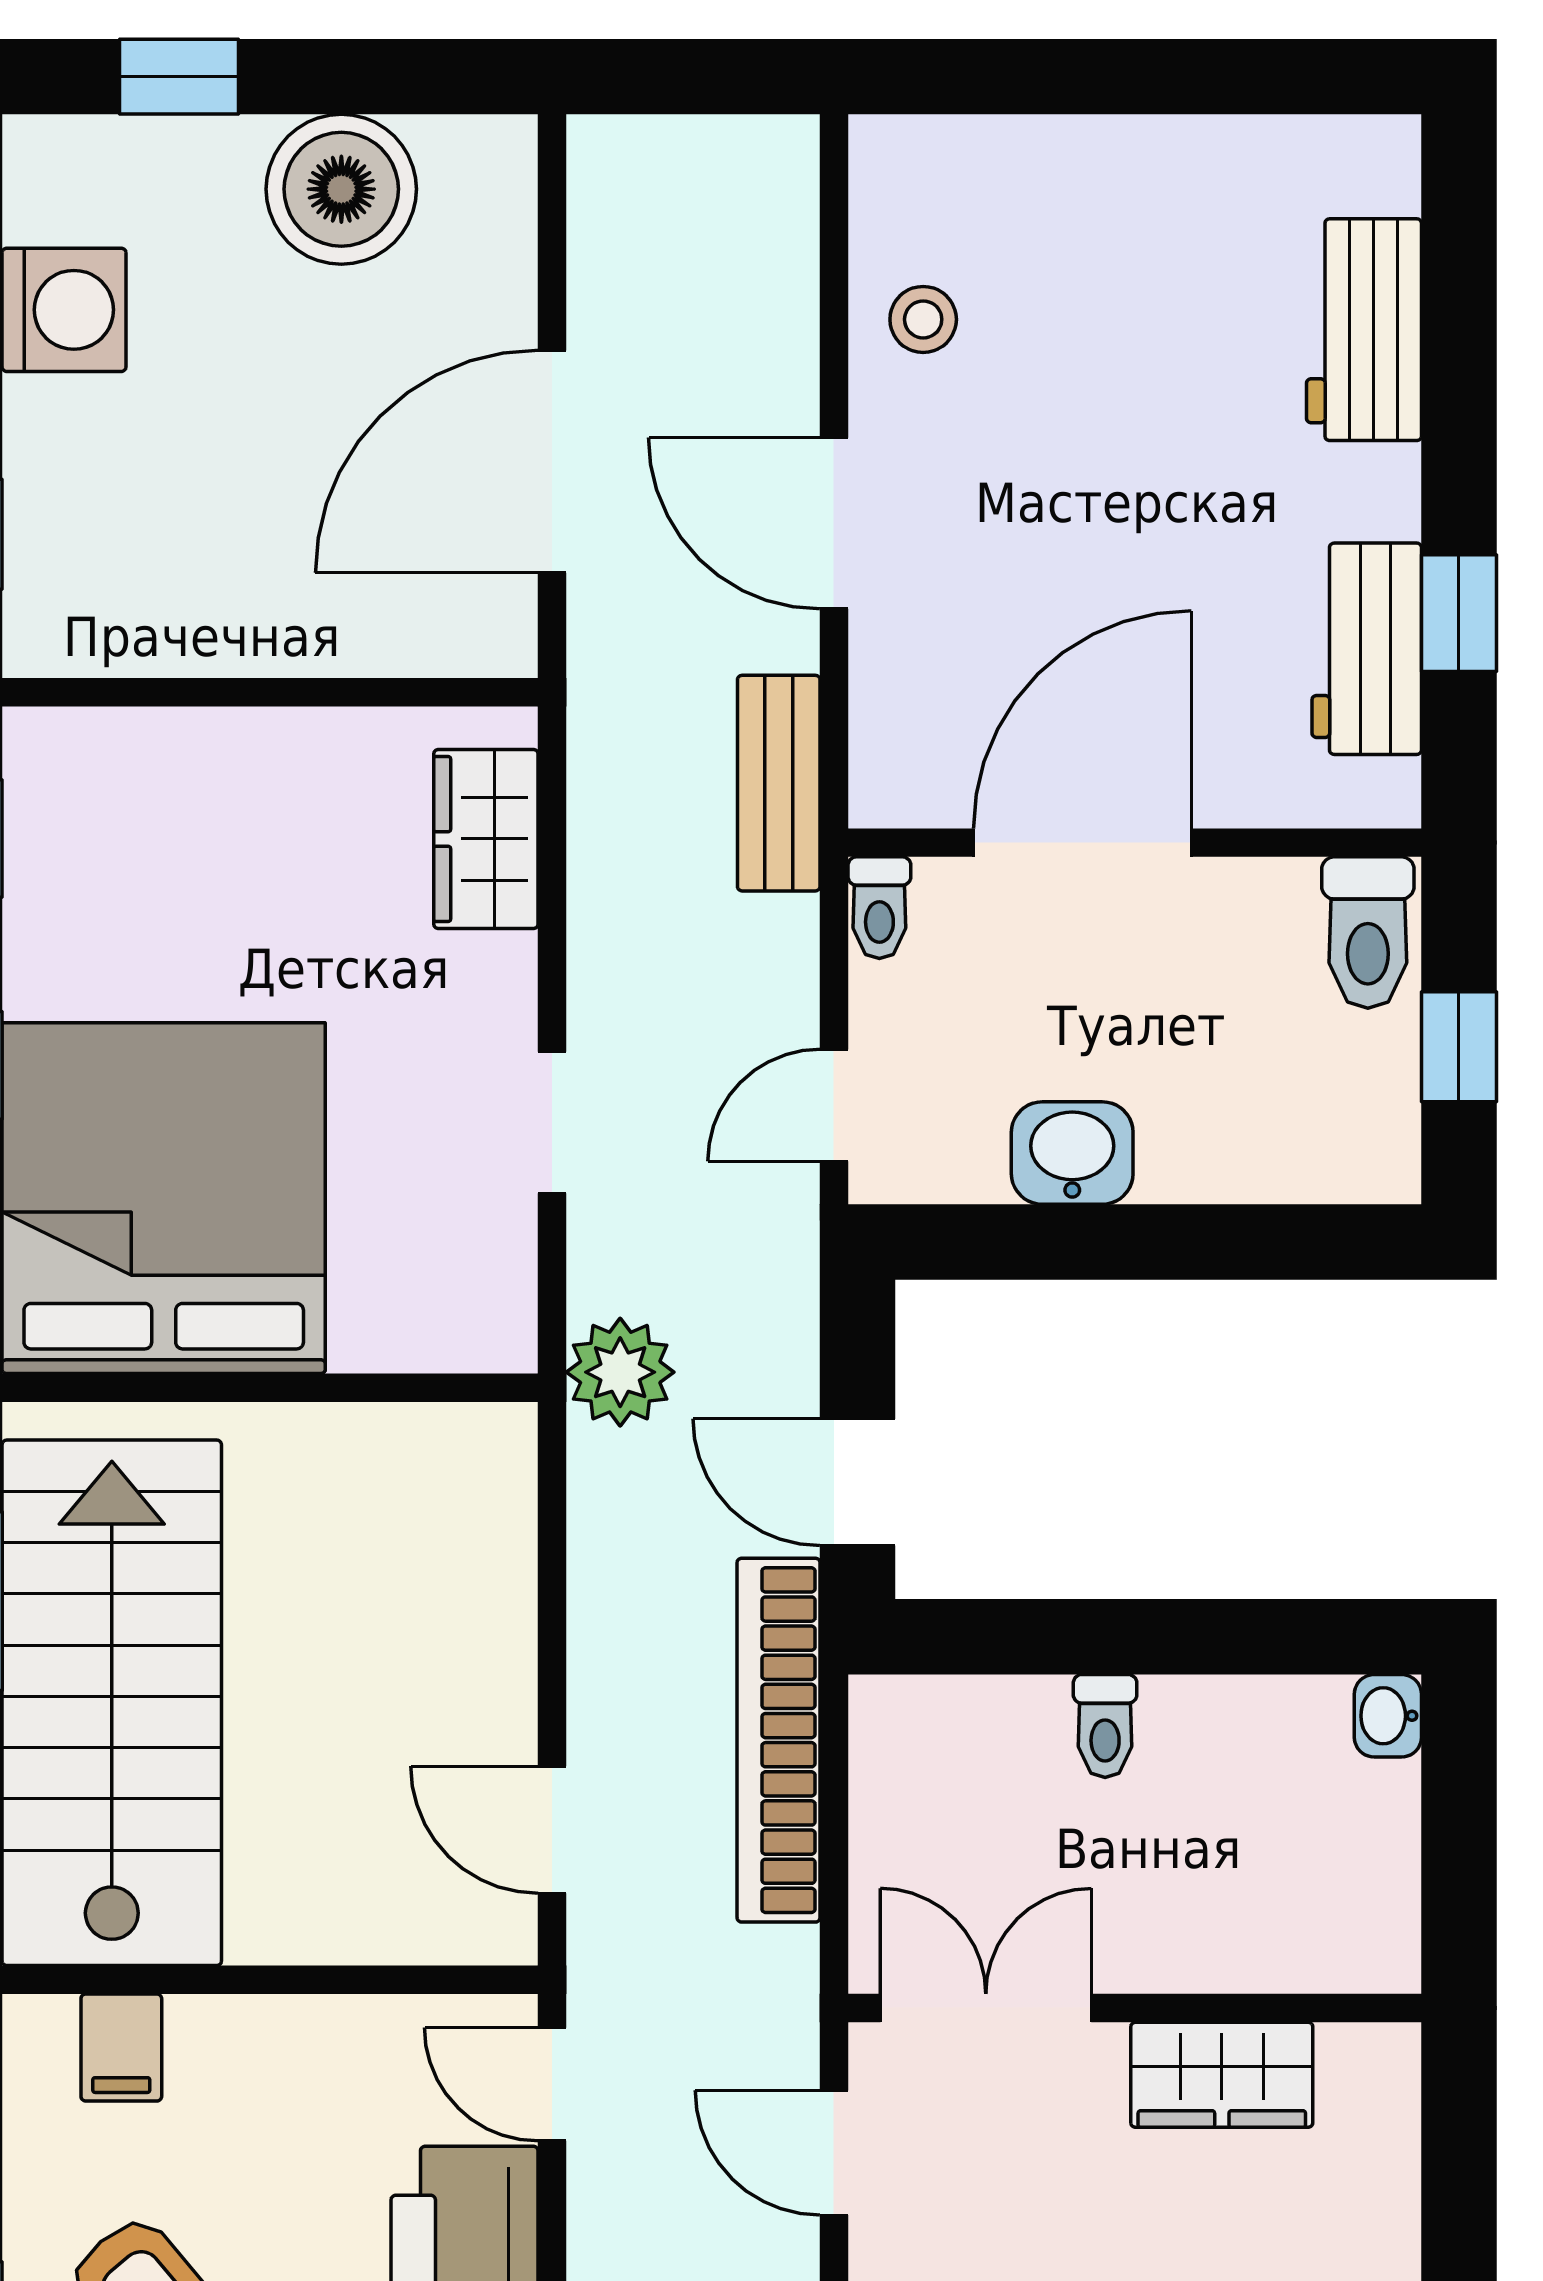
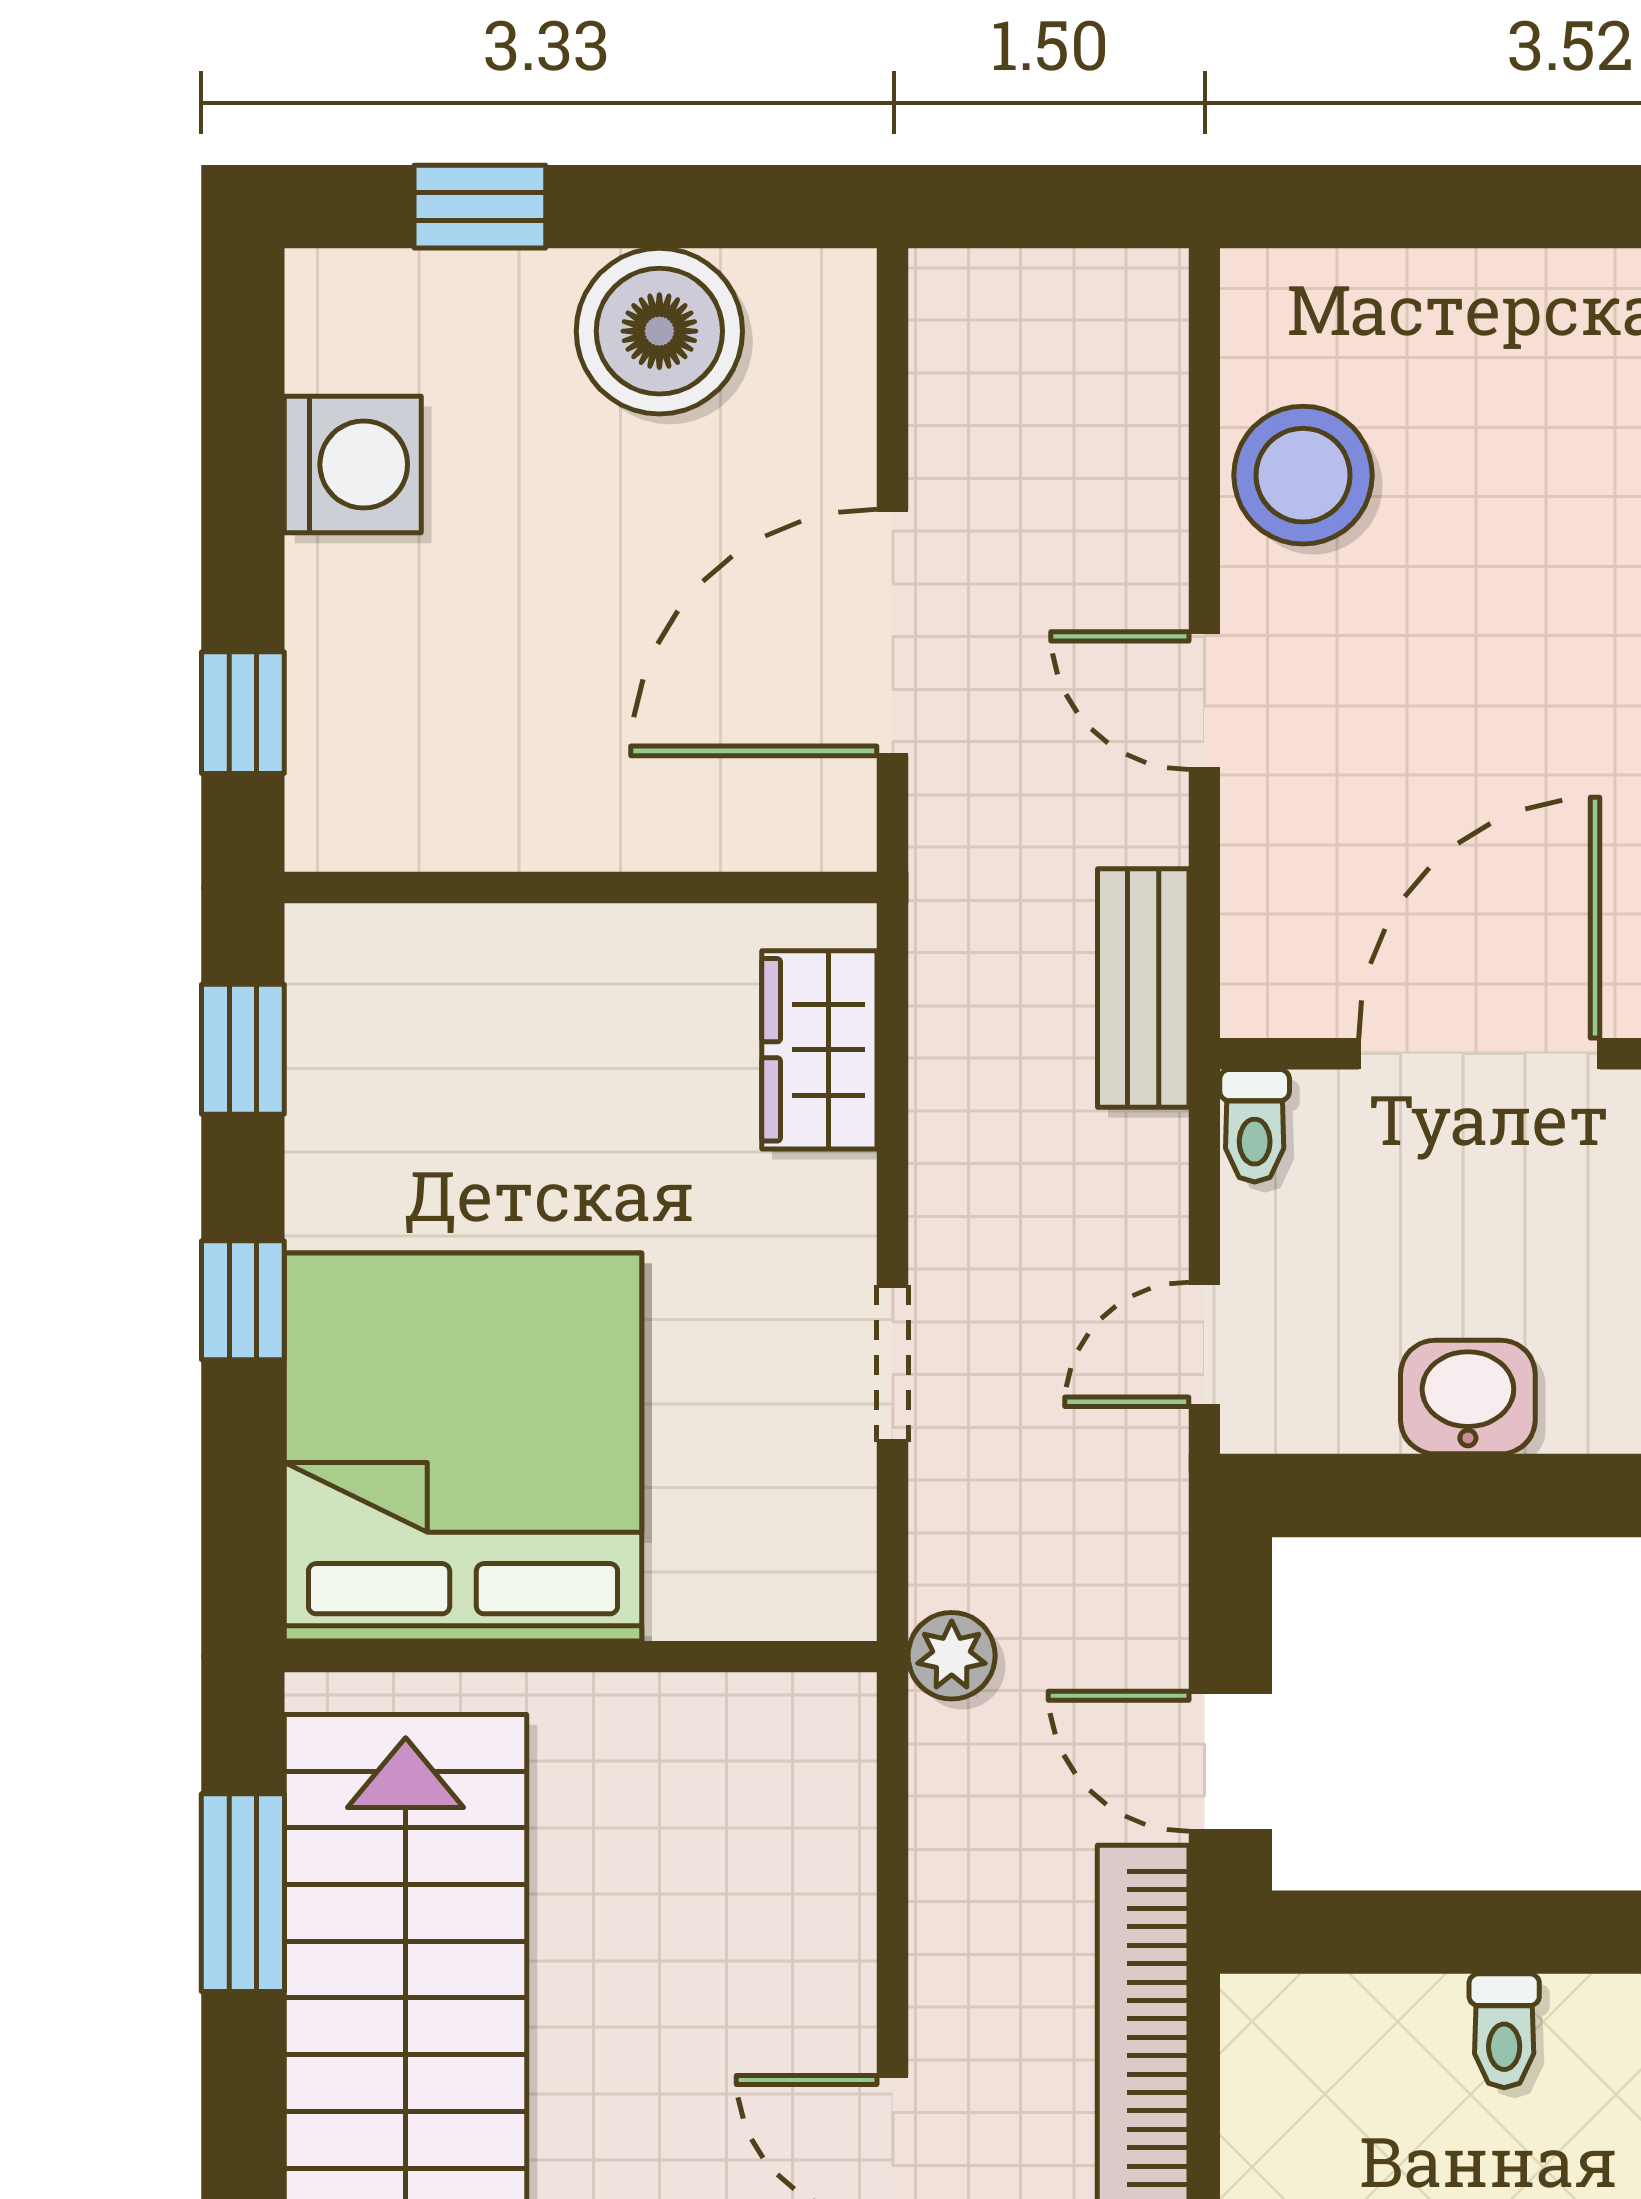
stool: (923, 319) -> (1303, 475), width x1.89, depth x1.89
door: (834, 523) -> (1204, 701), width x0.73
plant: (620, 1372) -> (952, 1656), width x0.73, depth x0.73

